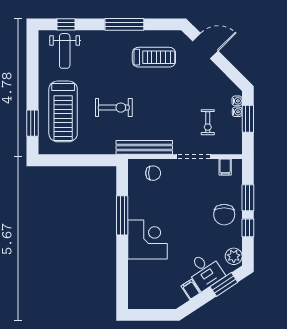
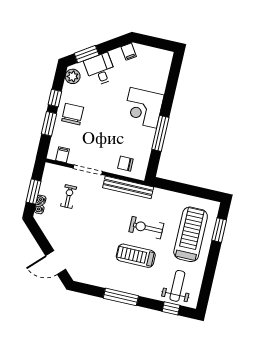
treadmill: (154, 57) -> (136, 256), moved
filing cabinet: (191, 289) -> (129, 52), moved

